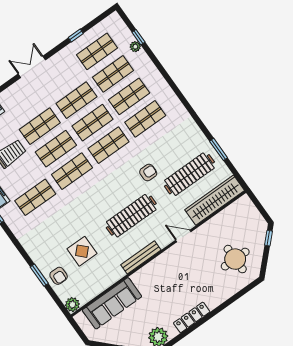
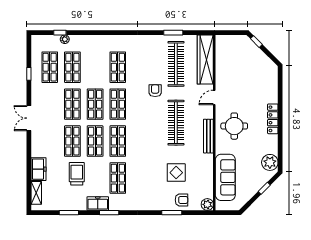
shop shelf: (129, 96) -> (95, 67), removed
round table: (235, 259) -> (234, 126), moved
locker: (192, 317) -> (273, 119), moved

